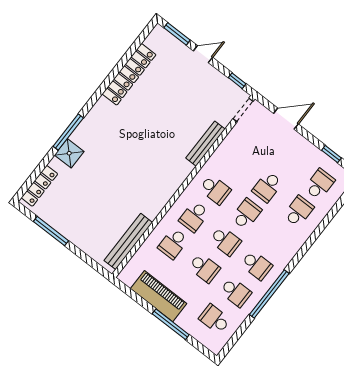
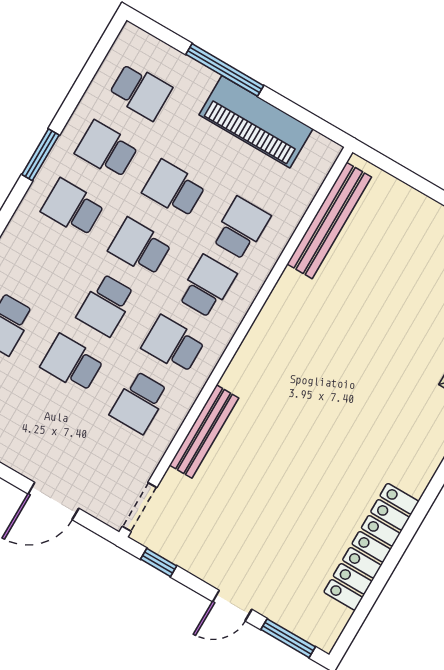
school desk: (236, 163) -> (139, 402), added
school desk: (267, 187) -> (72, 363), turned -90
window: (269, 294) -> (40, 155), width x0.47

